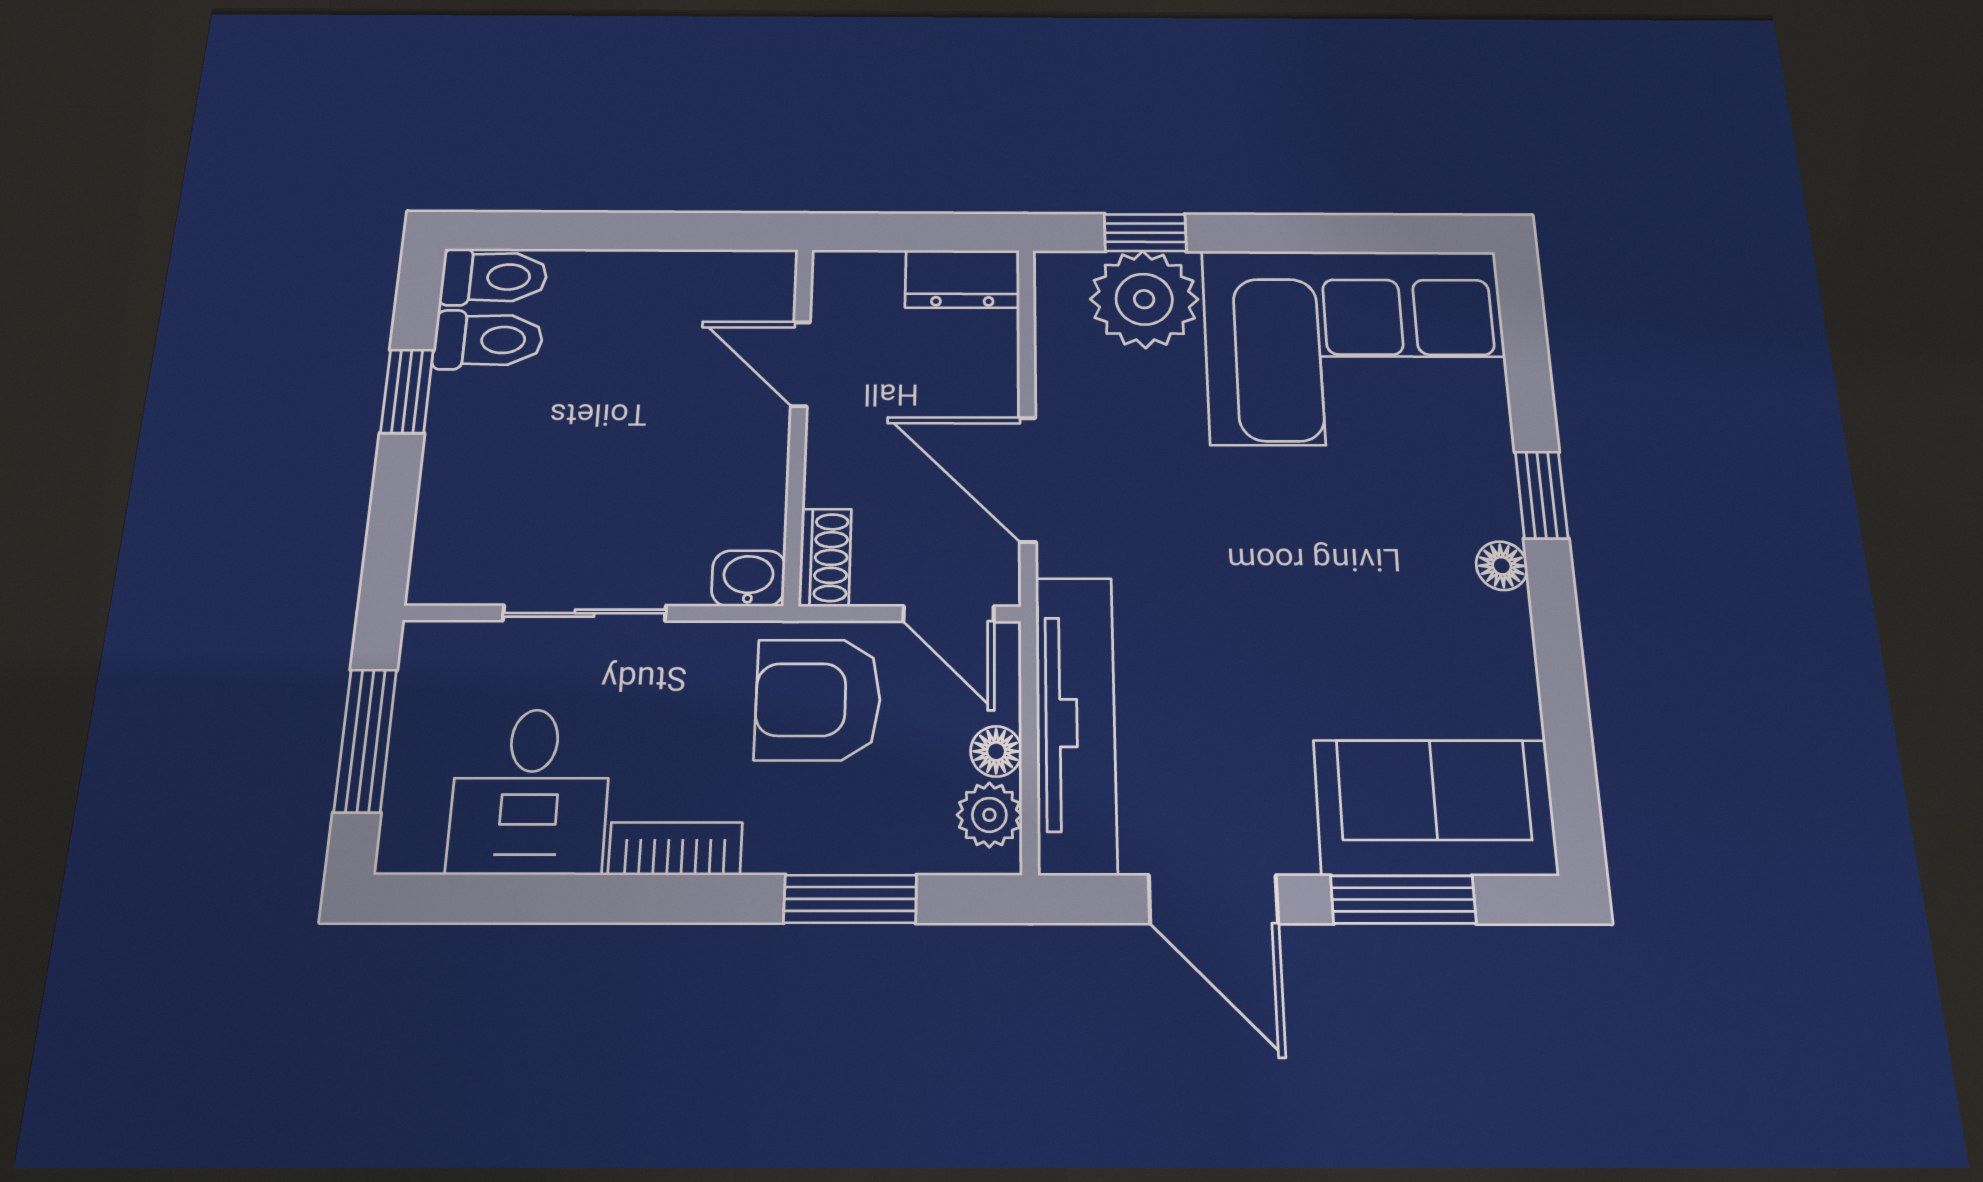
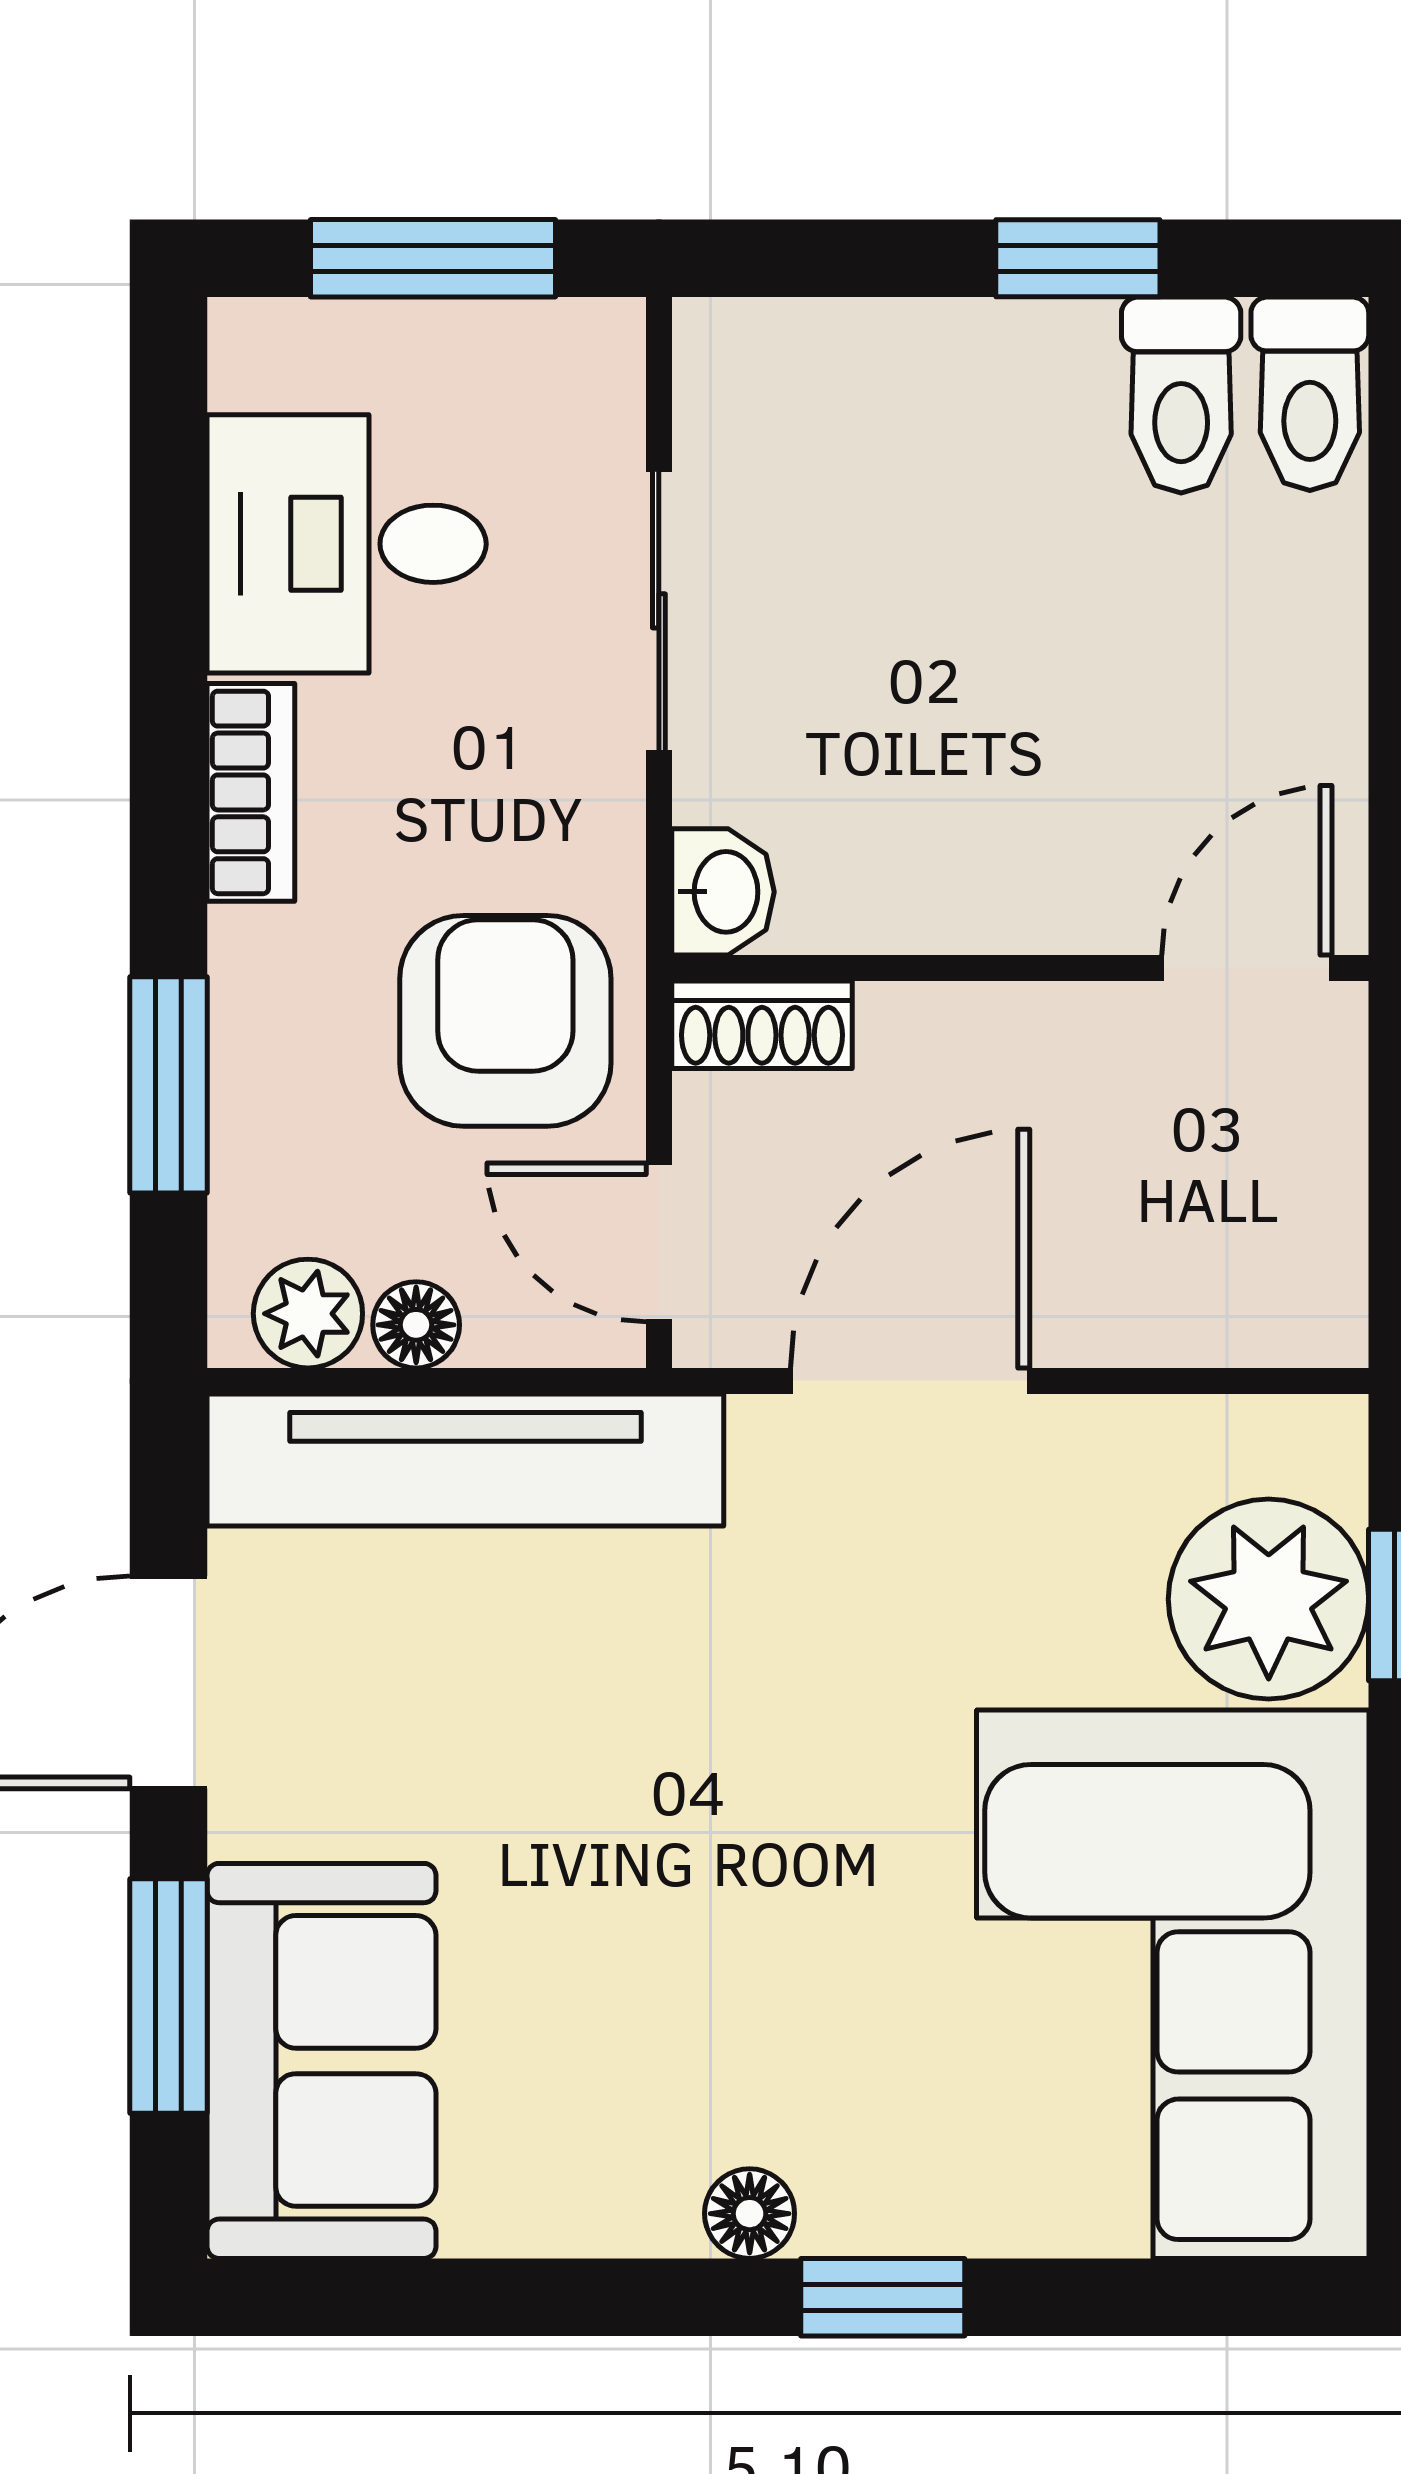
dresser: (962, 279) -> (1309, 1262), removed
door: (800, 364) -> (1247, 968), moved
door: (949, 614) -> (659, 1242), hinge flipped

